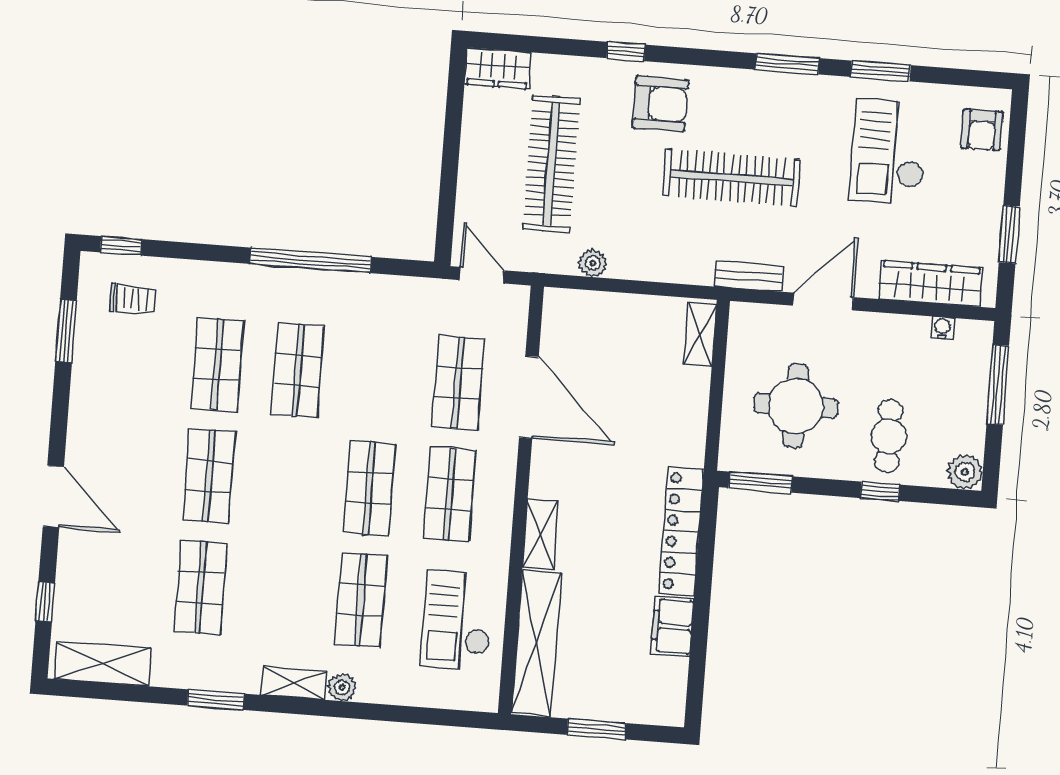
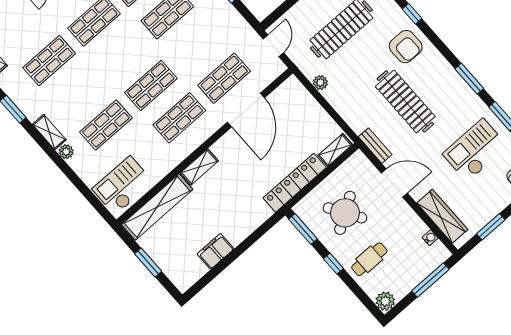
round table: (796, 406) -> (345, 213), turned -32
window: (880, 491) -> (334, 264), moved
locker: (681, 531) -> (295, 183), moved
checkout: (457, 621) -> (123, 186), moved

